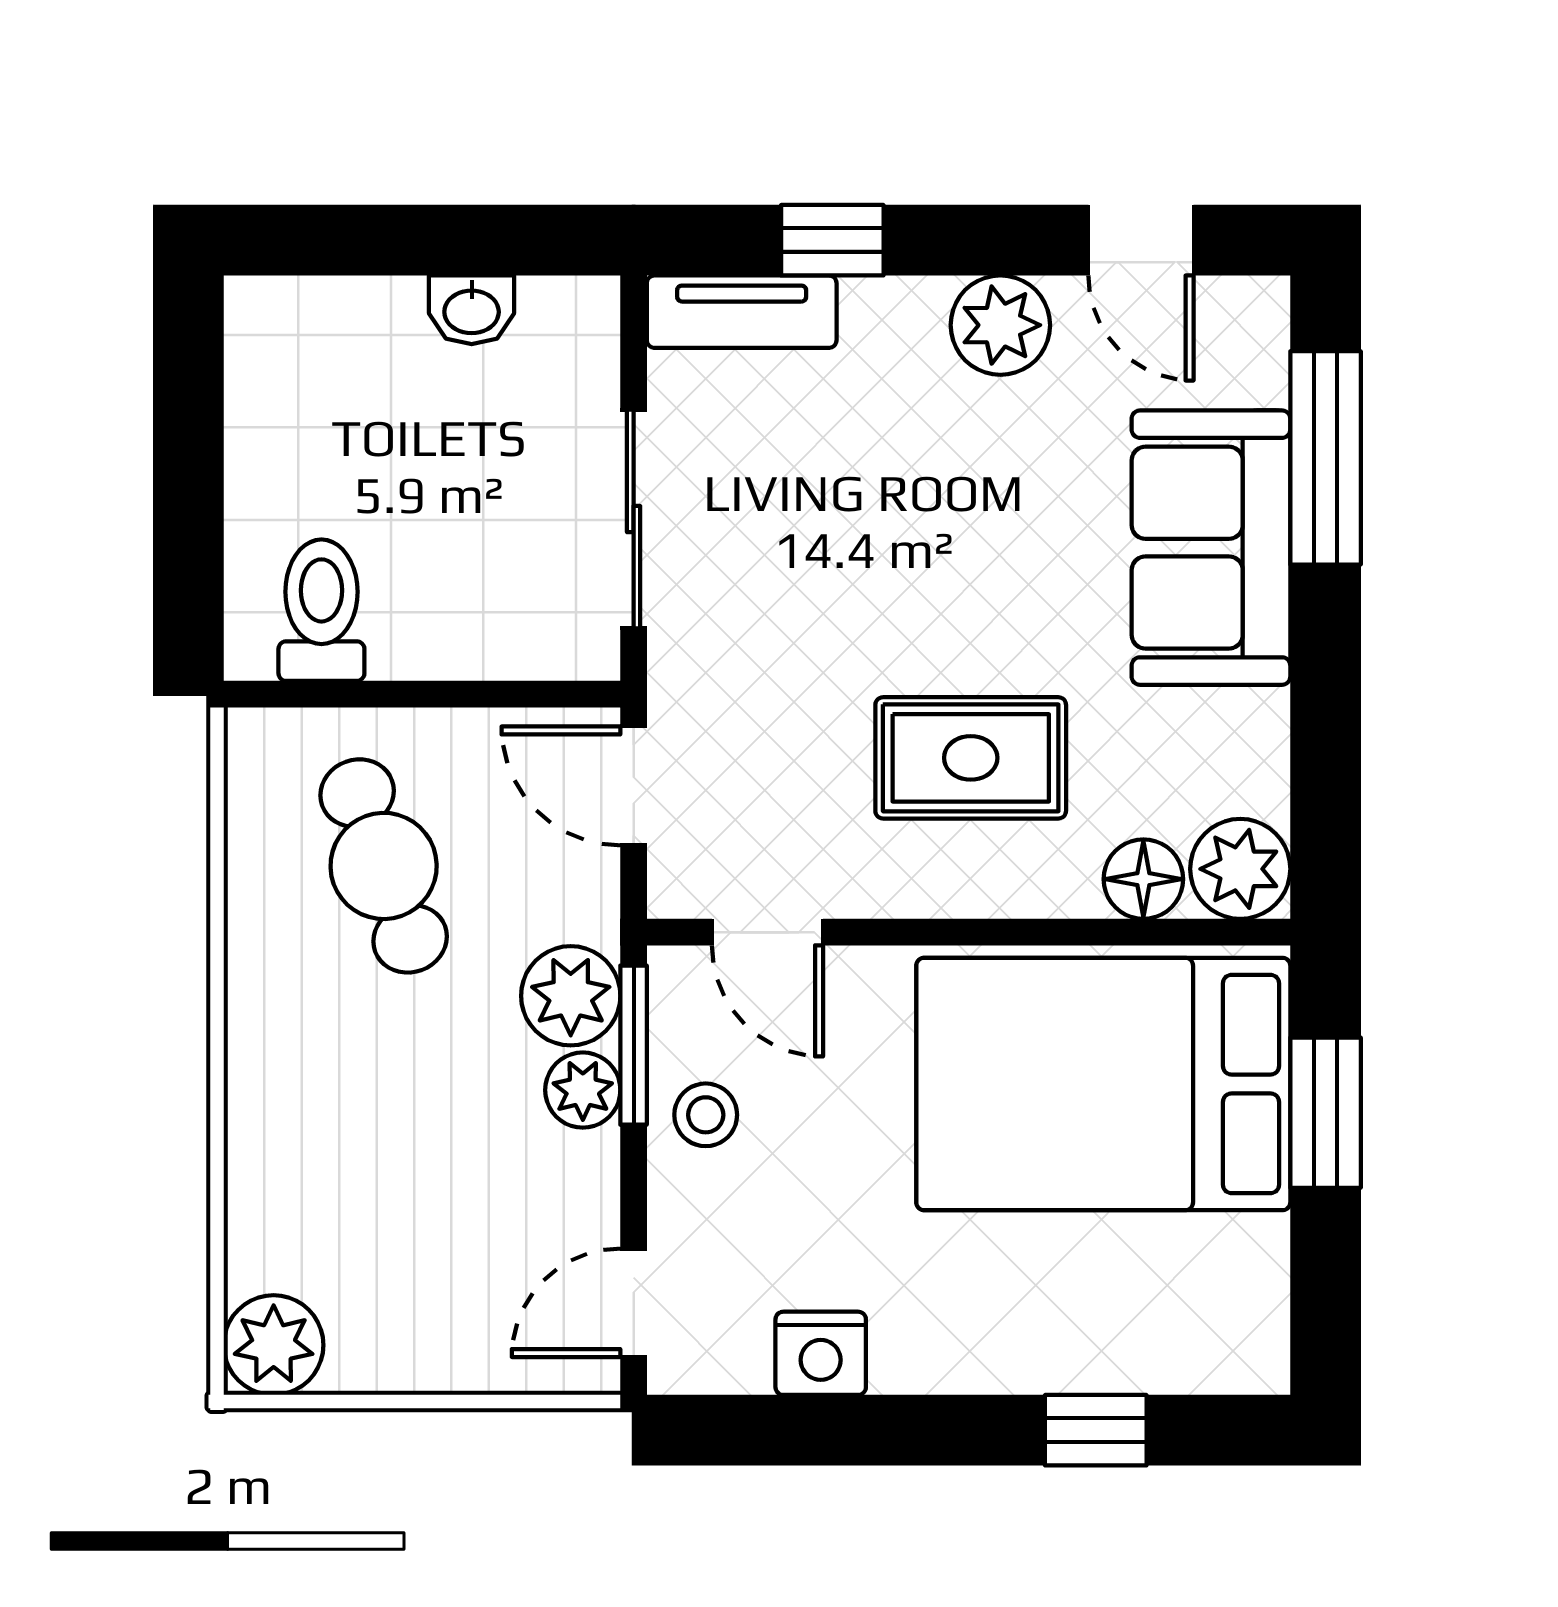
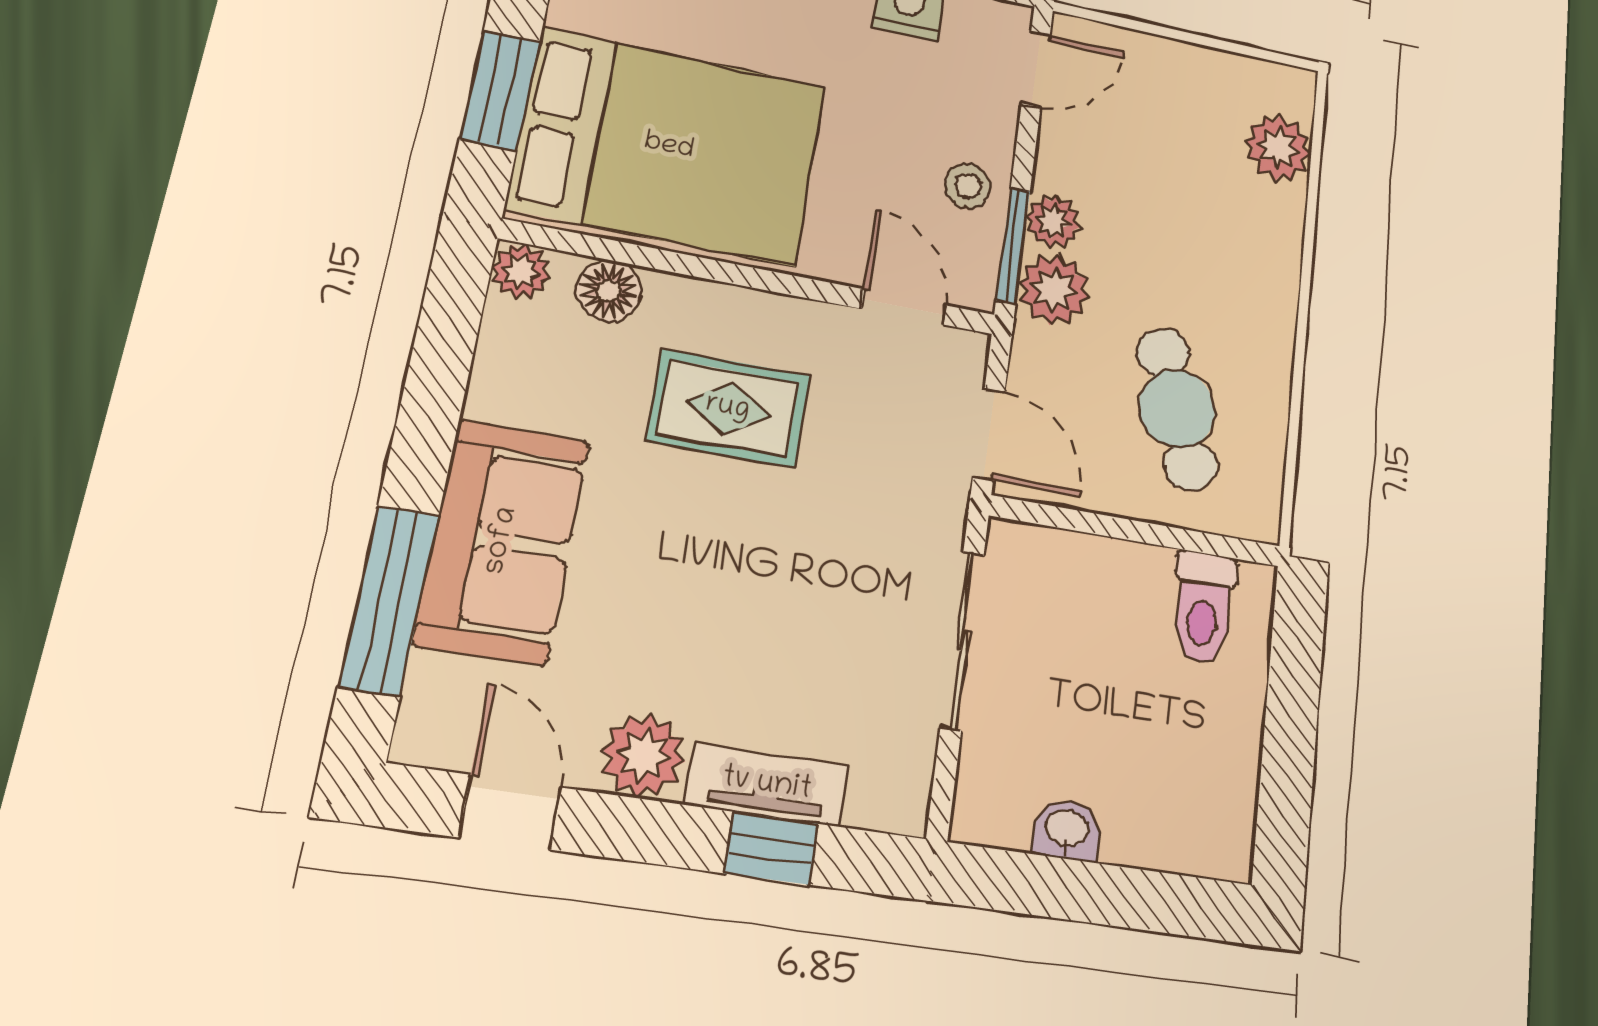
tv unit: (742, 312) -> (767, 785), moved
plant: (1240, 869) -> (521, 271), width x0.73, depth x0.73
plant: (274, 1345) -> (1278, 148), moved

